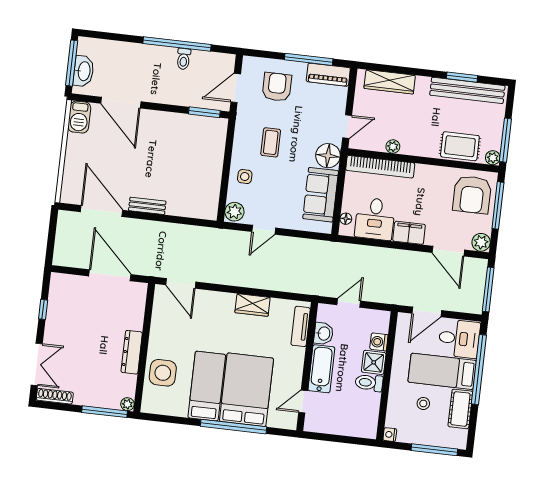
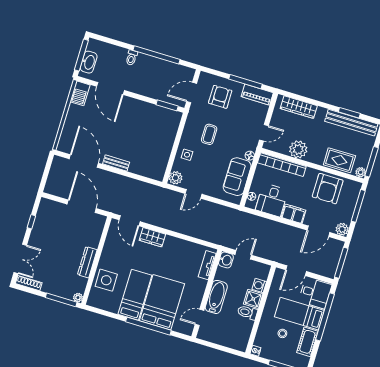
toilet: (184, 59) -> (132, 58), moved
plant: (393, 146) -> (298, 149), width x1.88, depth x1.88
floor lamp: (328, 156) -> (250, 156), width x0.53, depth x0.53
armchair: (472, 195) -> (328, 189), moved
door: (448, 251) -> (318, 231), hinge flipped
wardrobe: (253, 305) -> (152, 237), moved
washbasin: (324, 333) -> (226, 260), moved

